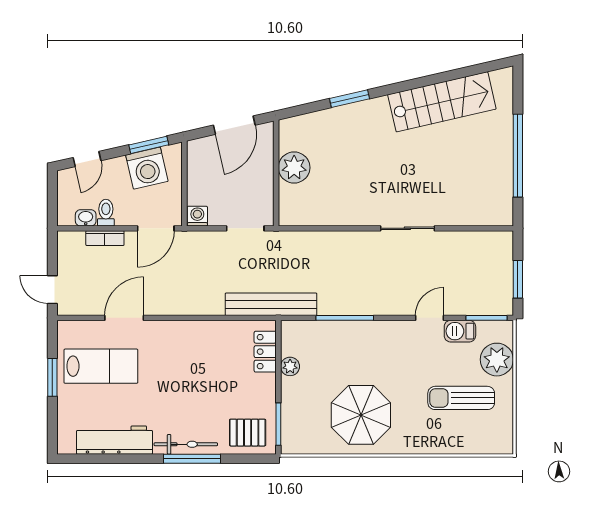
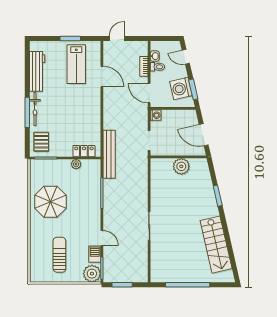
plant: (497, 360) -> (92, 274), moved

